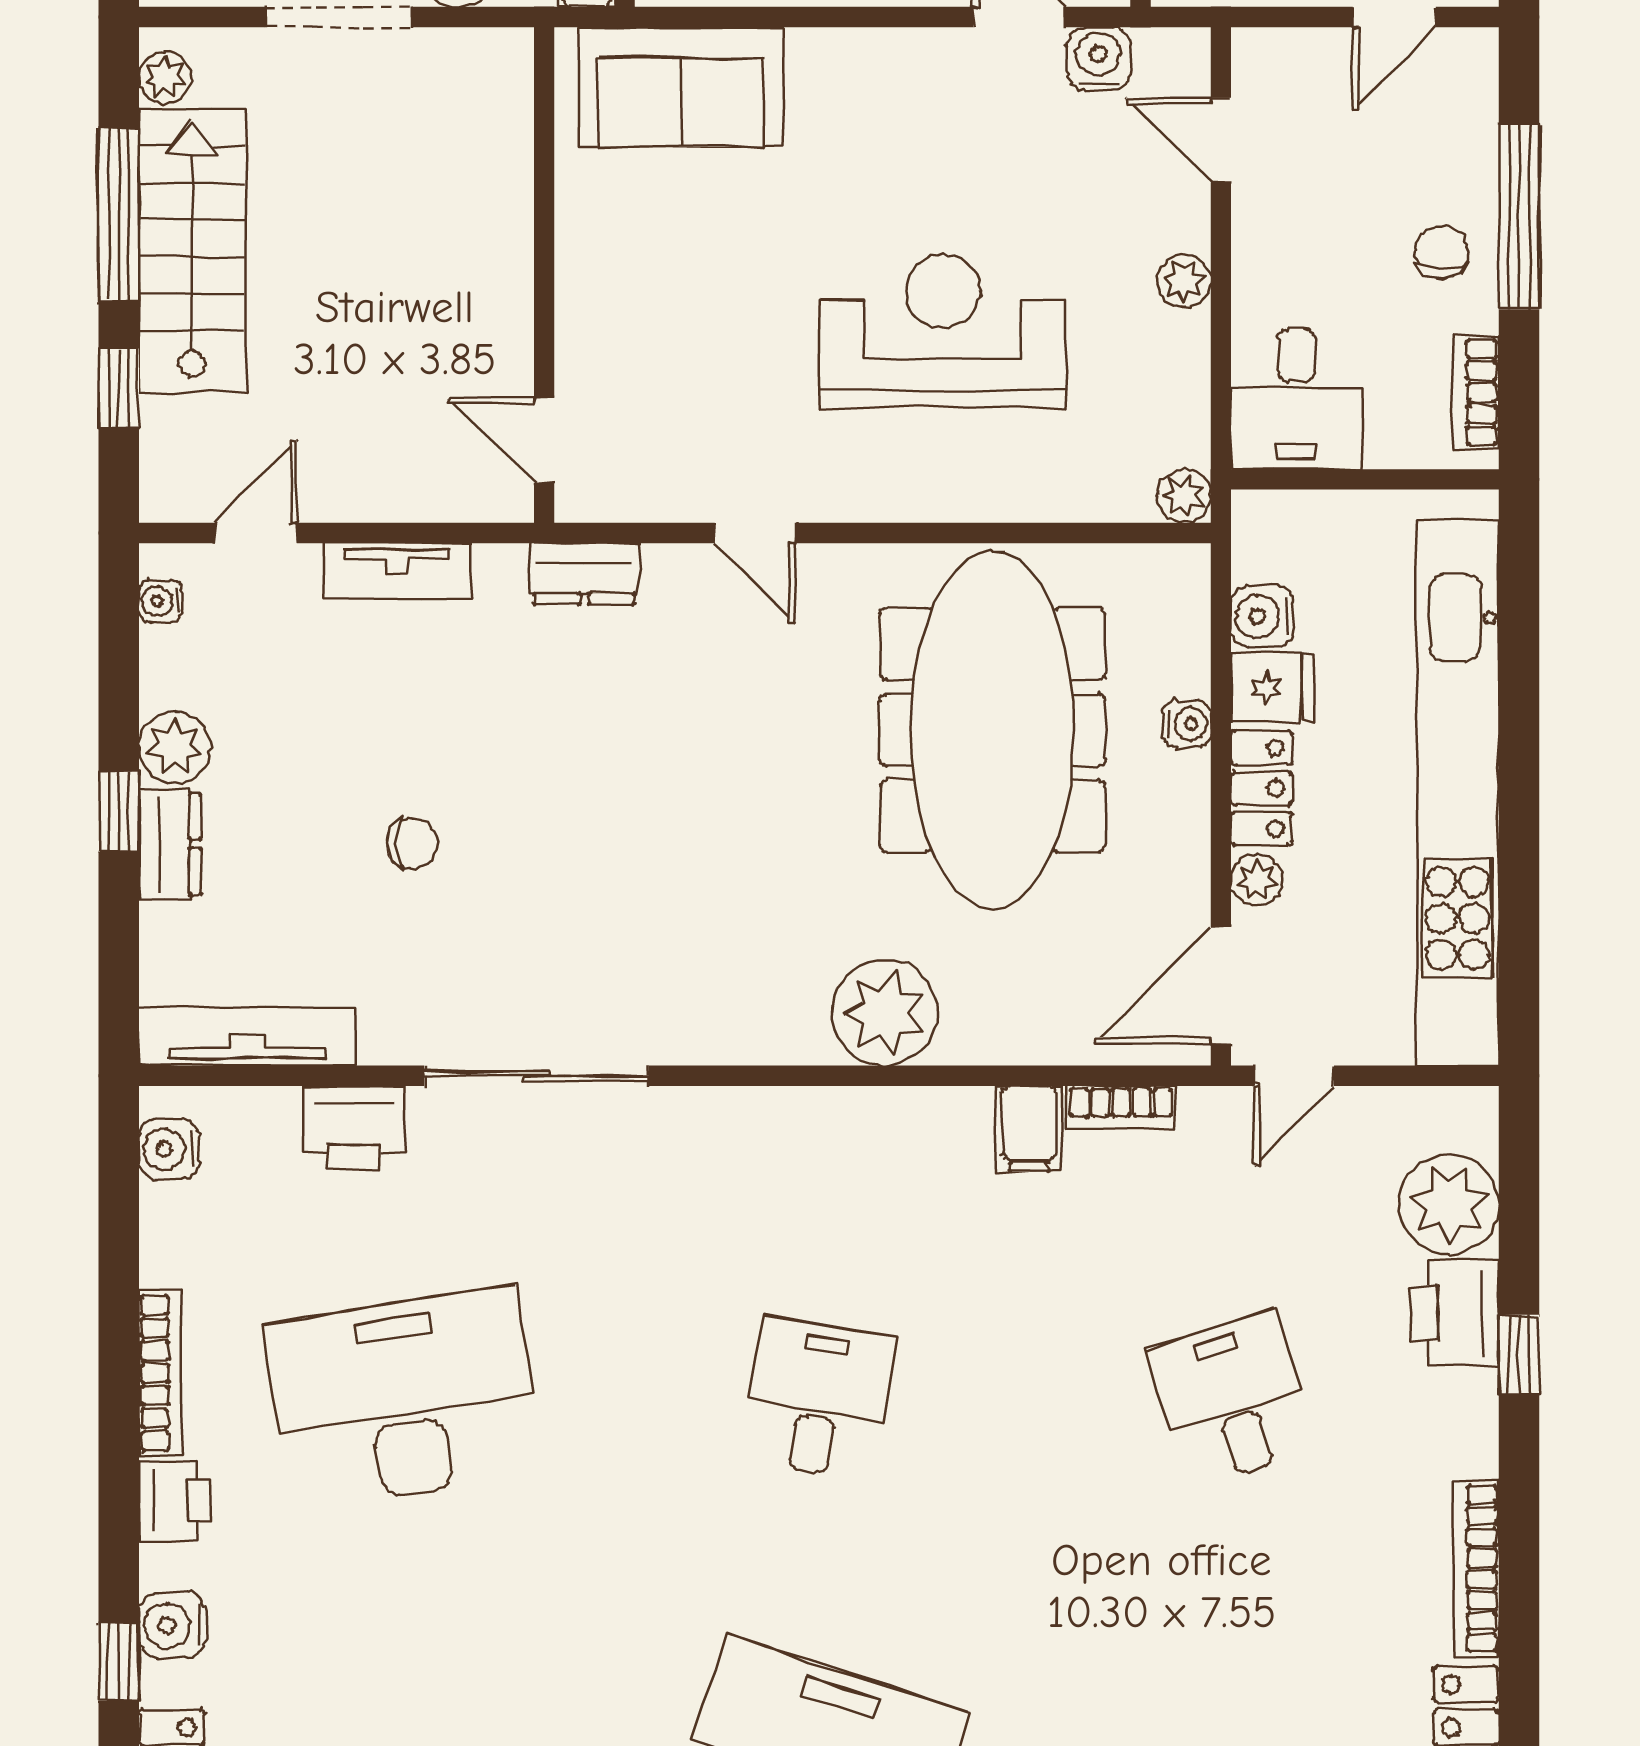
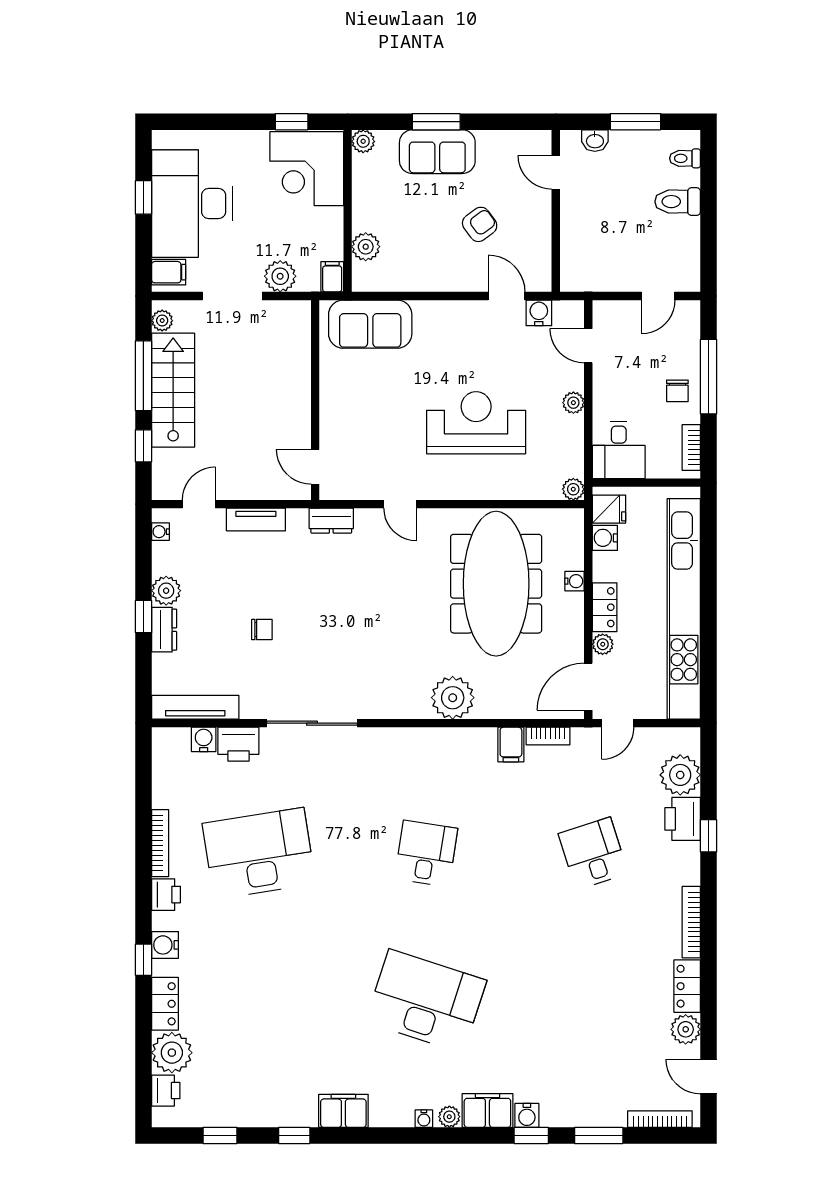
chair: (1442, 252) -> (677, 391), turned 180
fridge: (1272, 688) -> (609, 509), moved
water cooler: (169, 1149) -> (204, 739), moved, turned 90

